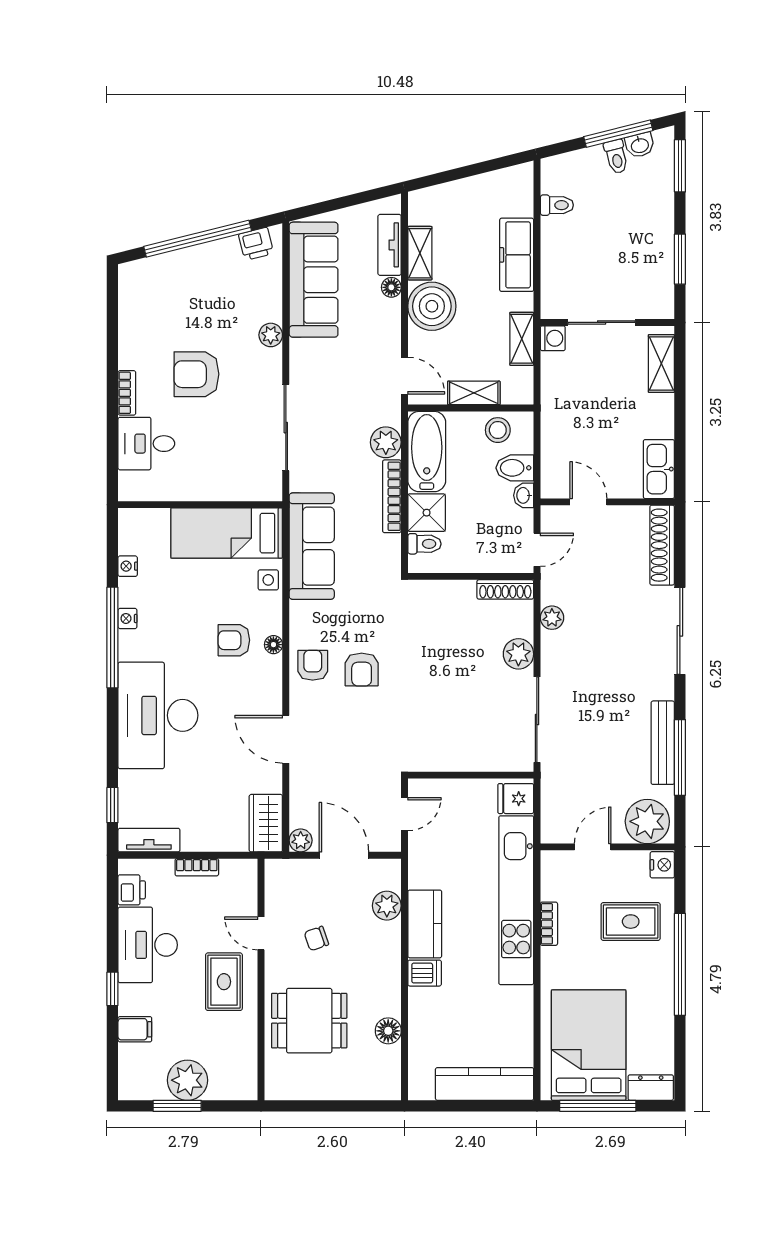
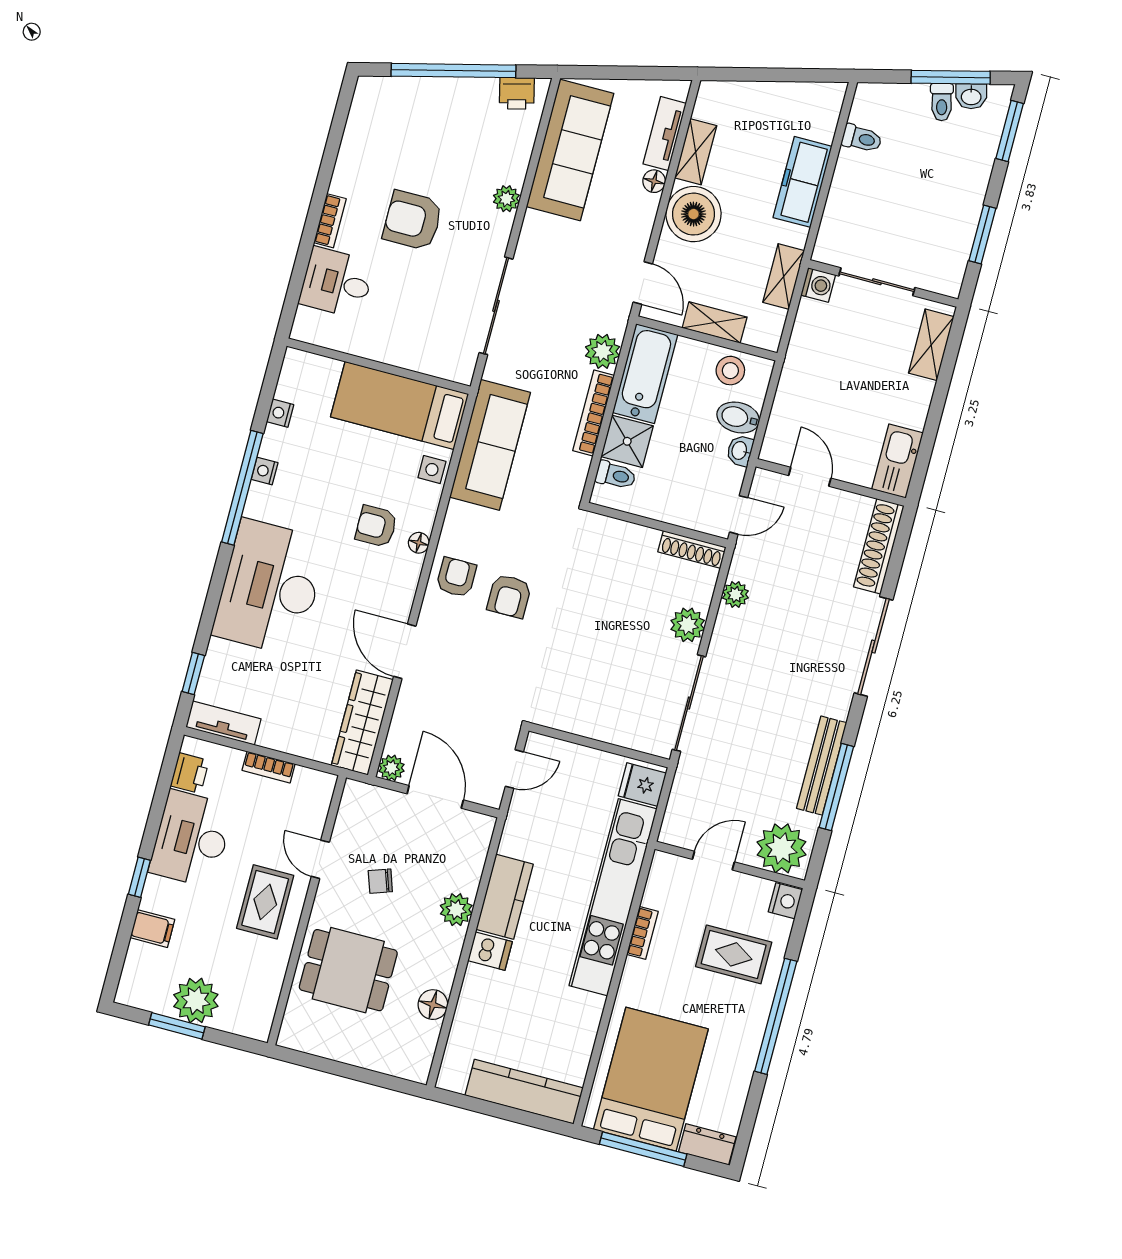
wardrobe: (266, 823) -> (362, 723), width x1.50
plant: (387, 906) -> (456, 910), moved

